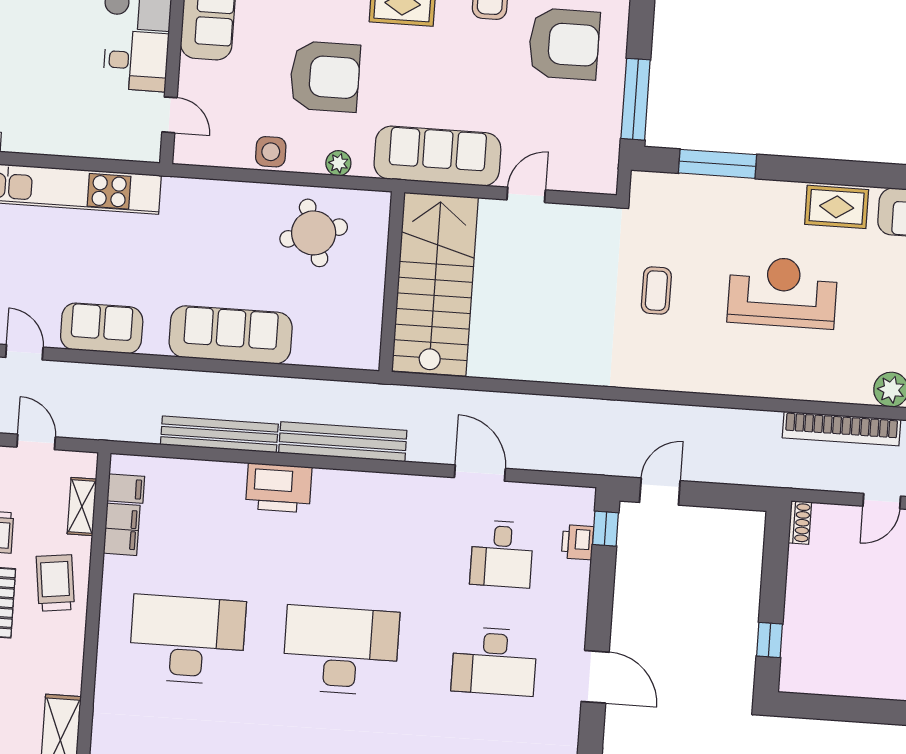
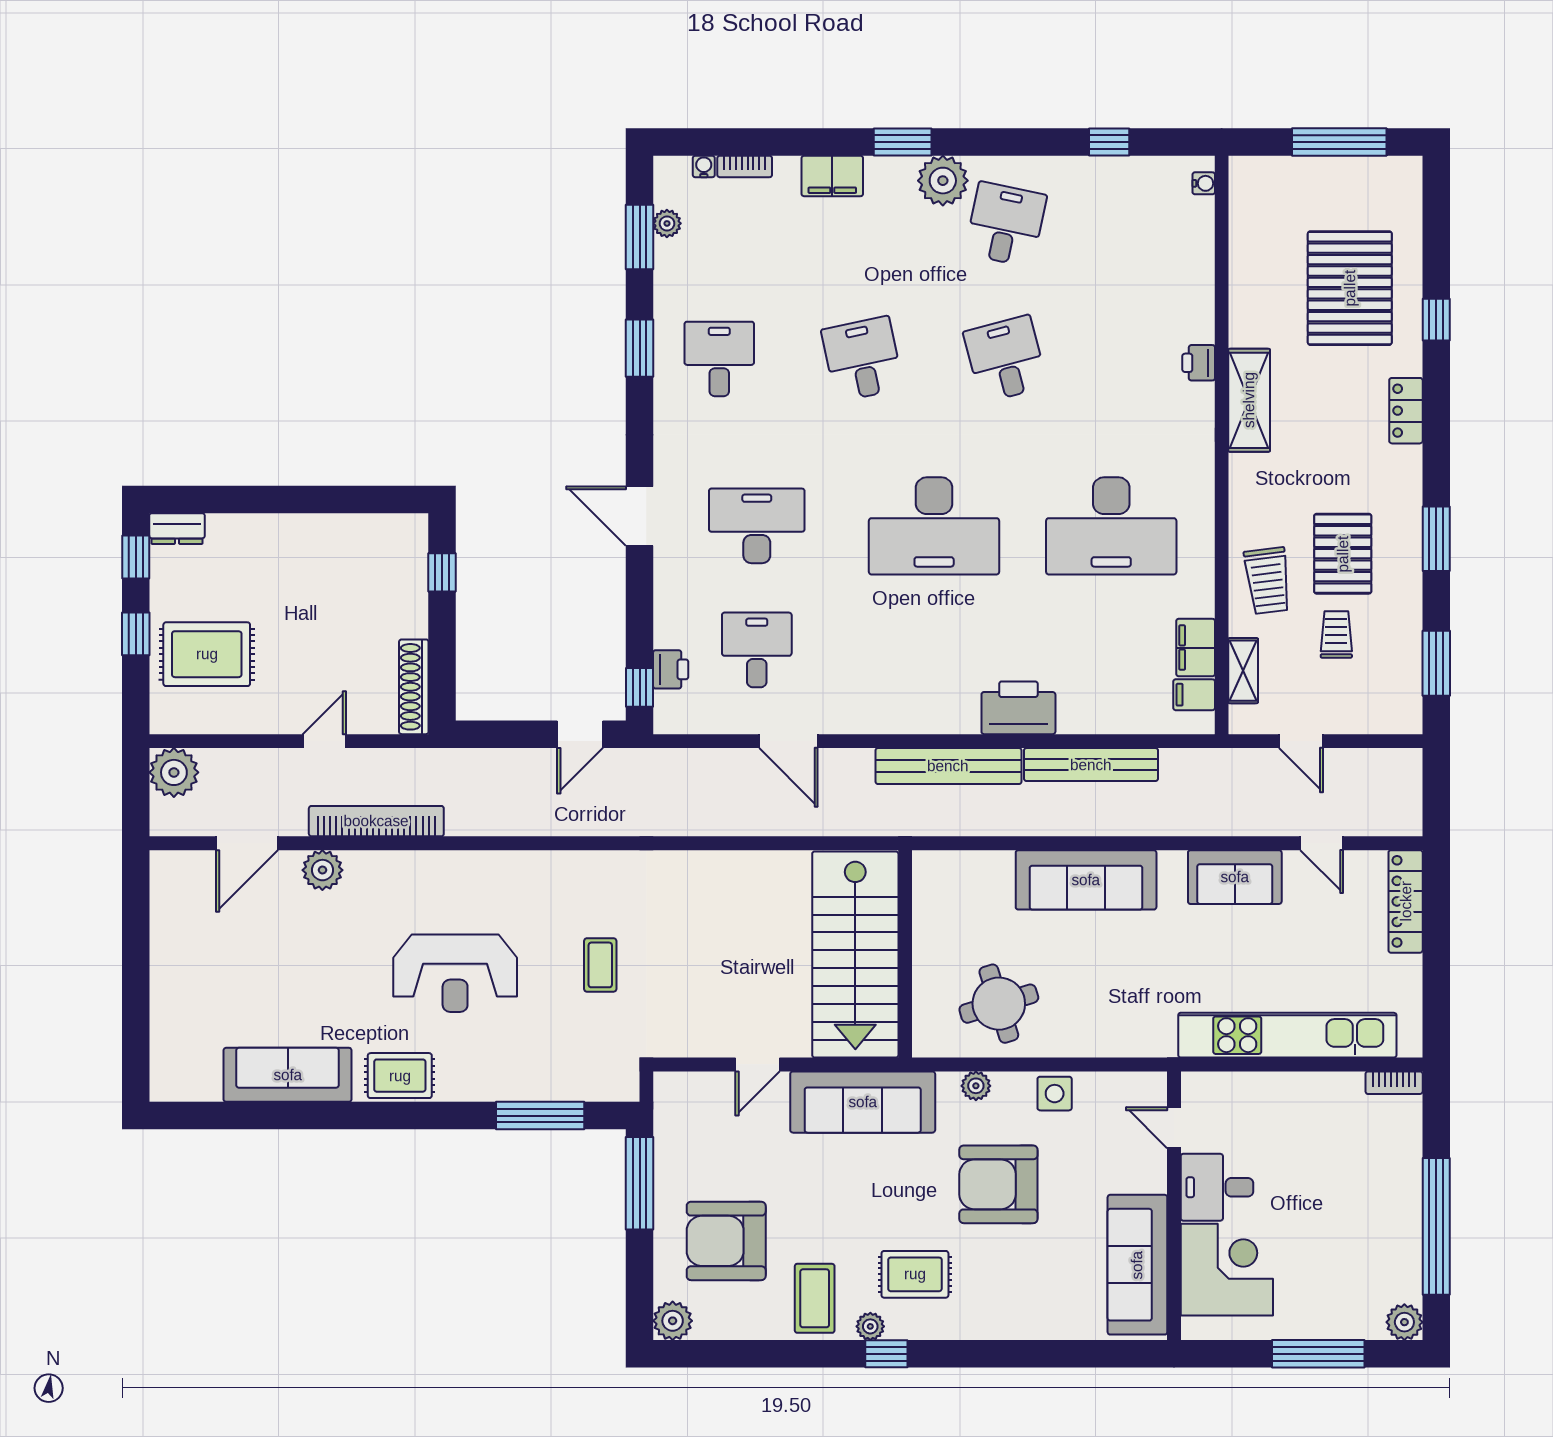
shoe rack: (800, 523) -> (414, 687), width x1.94, depth x1.24

